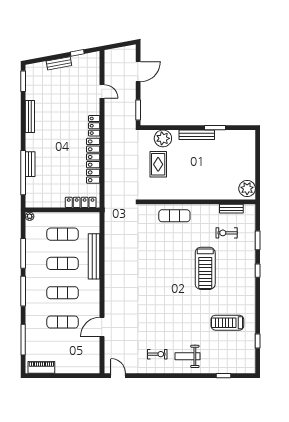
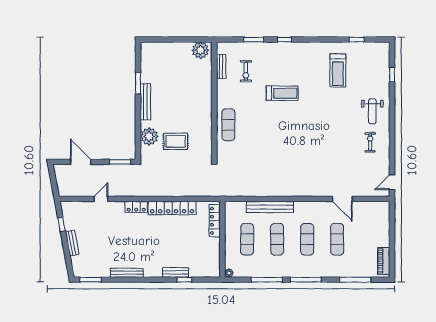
window: (23, 173) -> (184, 280), width x0.32
treadmill: (205, 268) -> (282, 93), width x0.73, depth x0.73

